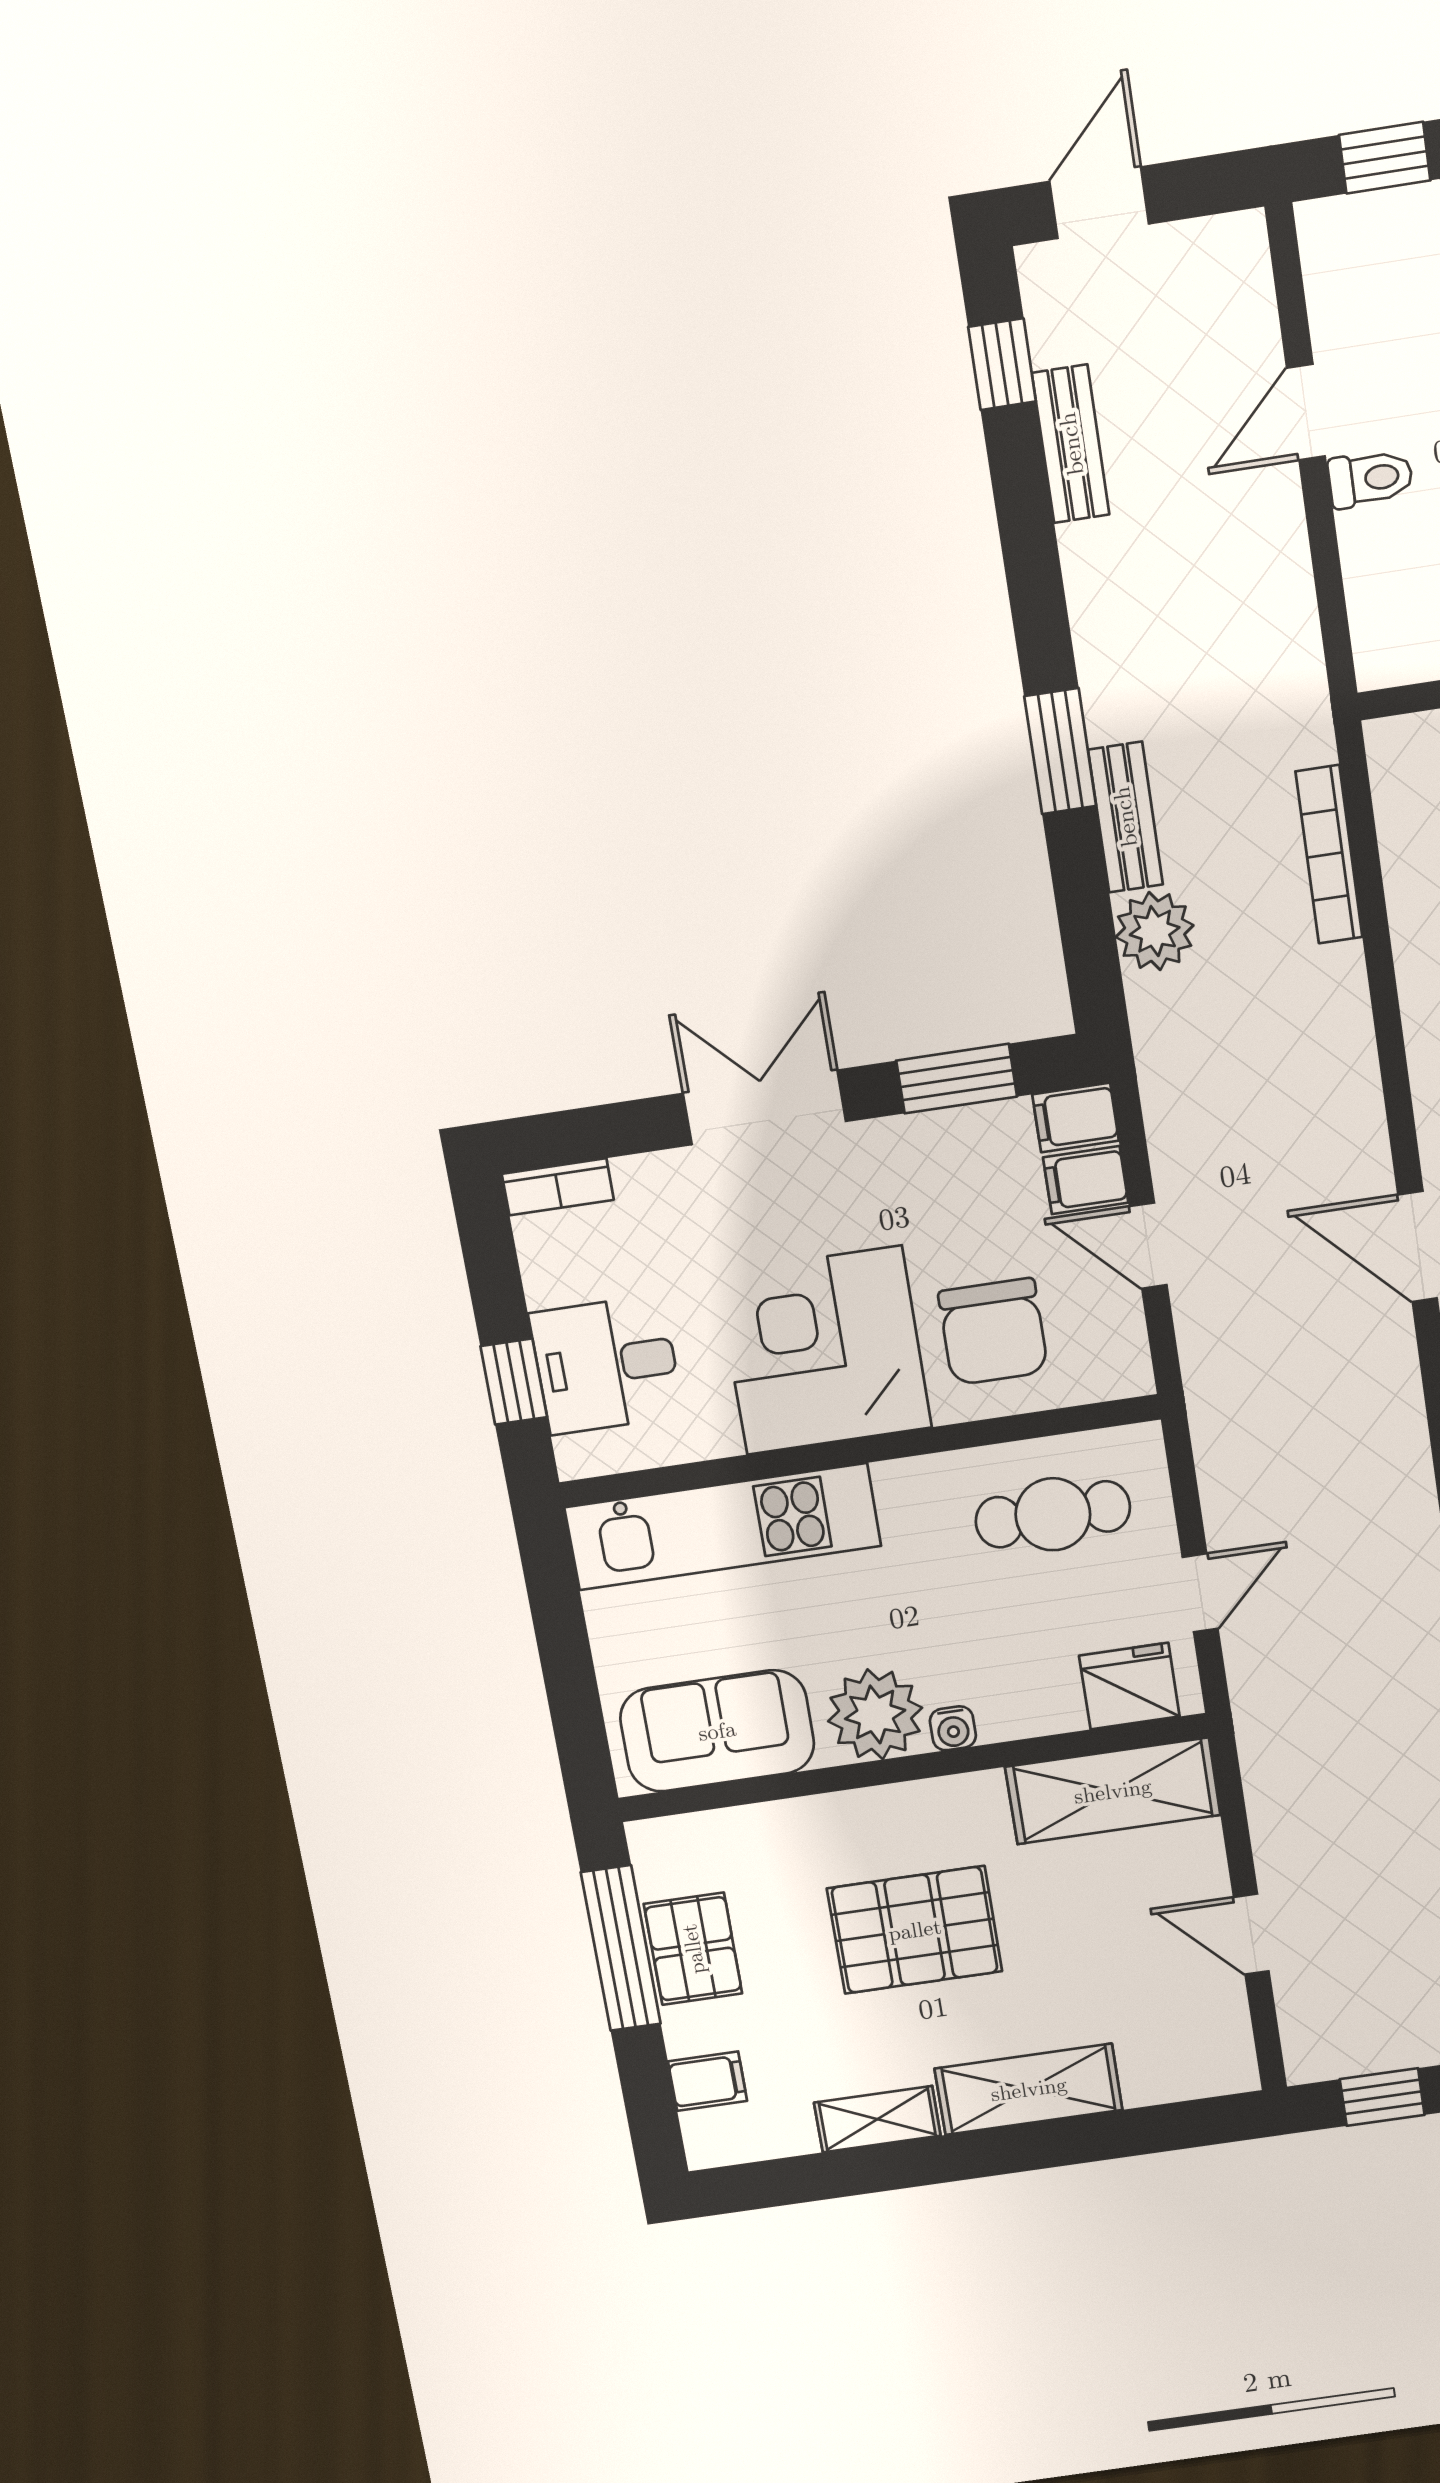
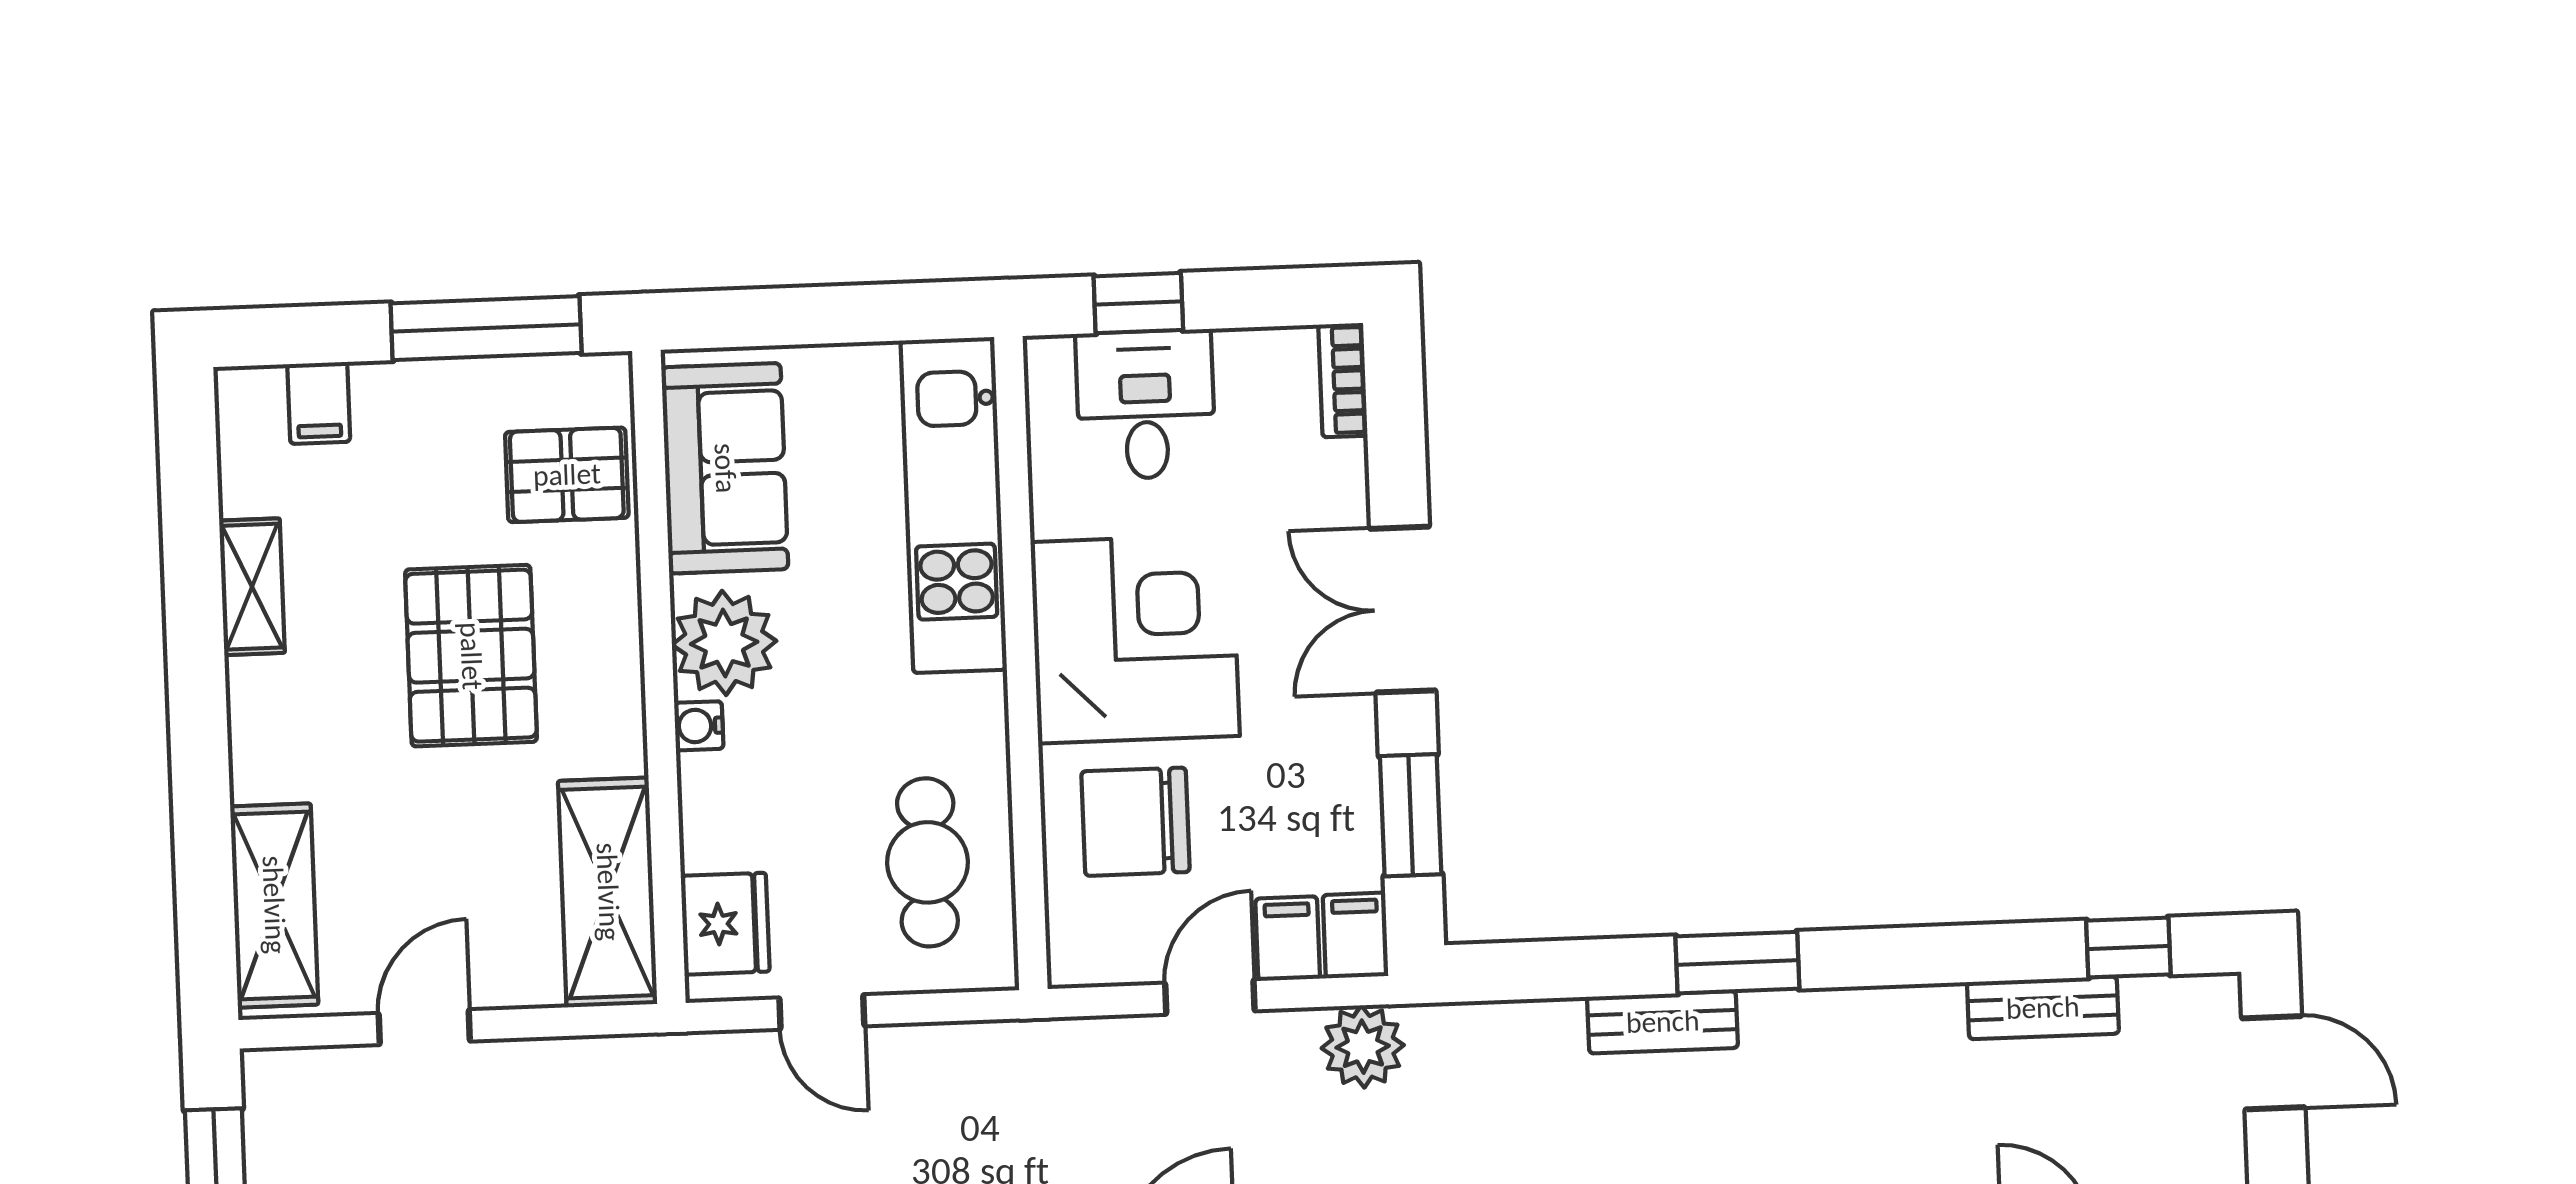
plant: (1155, 931) -> (1363, 1047), moved
double door: (765, 1107) -> (1403, 610), swing flipped
pallet: (693, 1949) -> (567, 475), moved
shelving: (1029, 2089) -> (274, 905), moved

